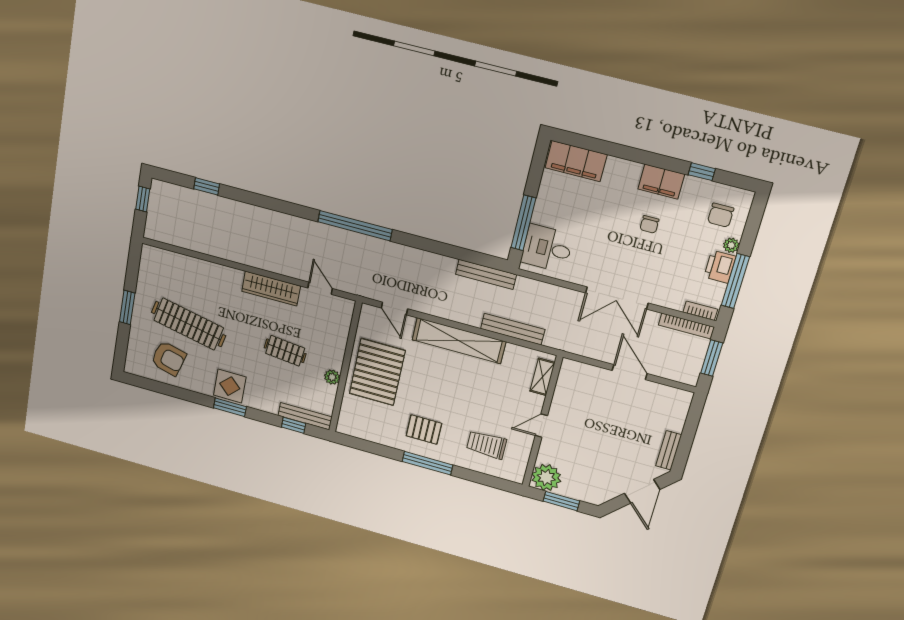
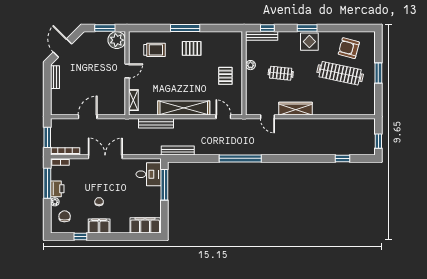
window: (355, 226) -> (240, 158), moved
pallet: (377, 372) -> (225, 76), width x0.49, depth x0.50
door: (630, 372) -> (88, 117), swing flipped

